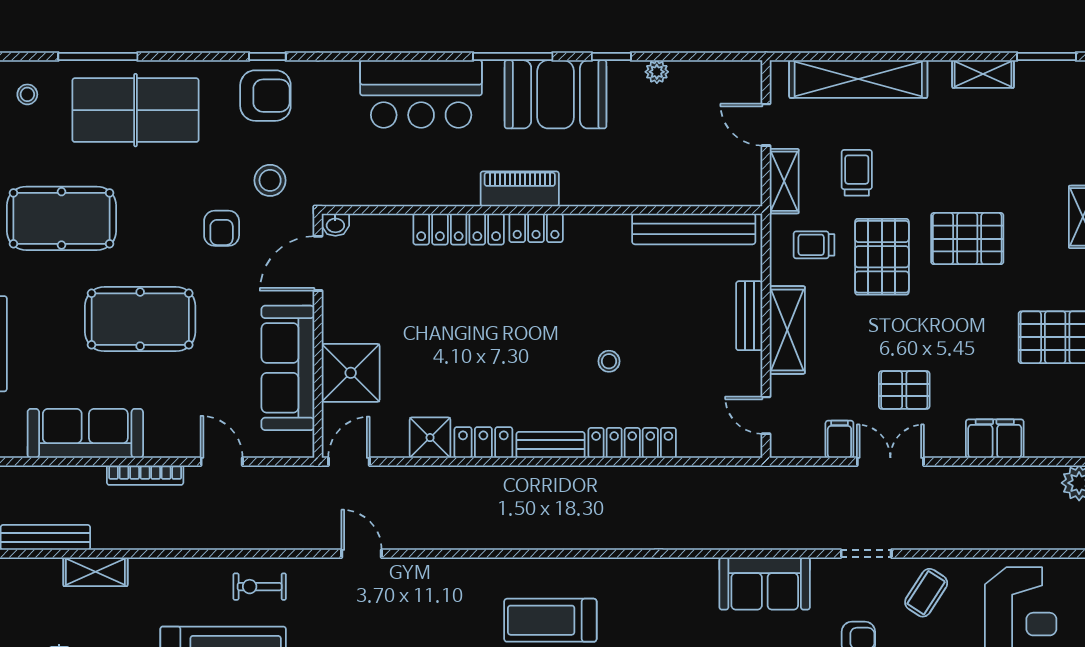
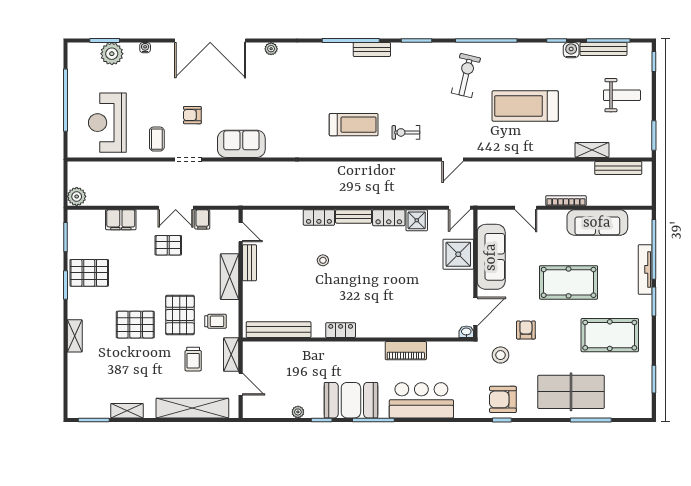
stool: (27, 94) -> (628, 400), removed
piano: (520, 189) -> (406, 351), moved
locker: (536, 228) -> (341, 330), moved
locker: (459, 229) -> (402, 330), removed
bench: (749, 316) -> (249, 263), moved
locker: (632, 443) -> (319, 217), width x0.66
door: (362, 554) -> (453, 159), hinge flipped
exercise bike: (260, 587) -> (406, 132), moved, turned 180
coffee table: (926, 593) -> (157, 139), turned -33

